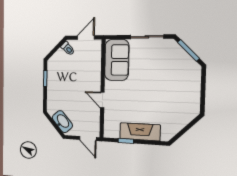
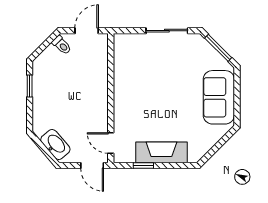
sofa: (117, 60) -> (219, 97), moved, turned 180
door: (102, 100) -> (111, 143), moved

